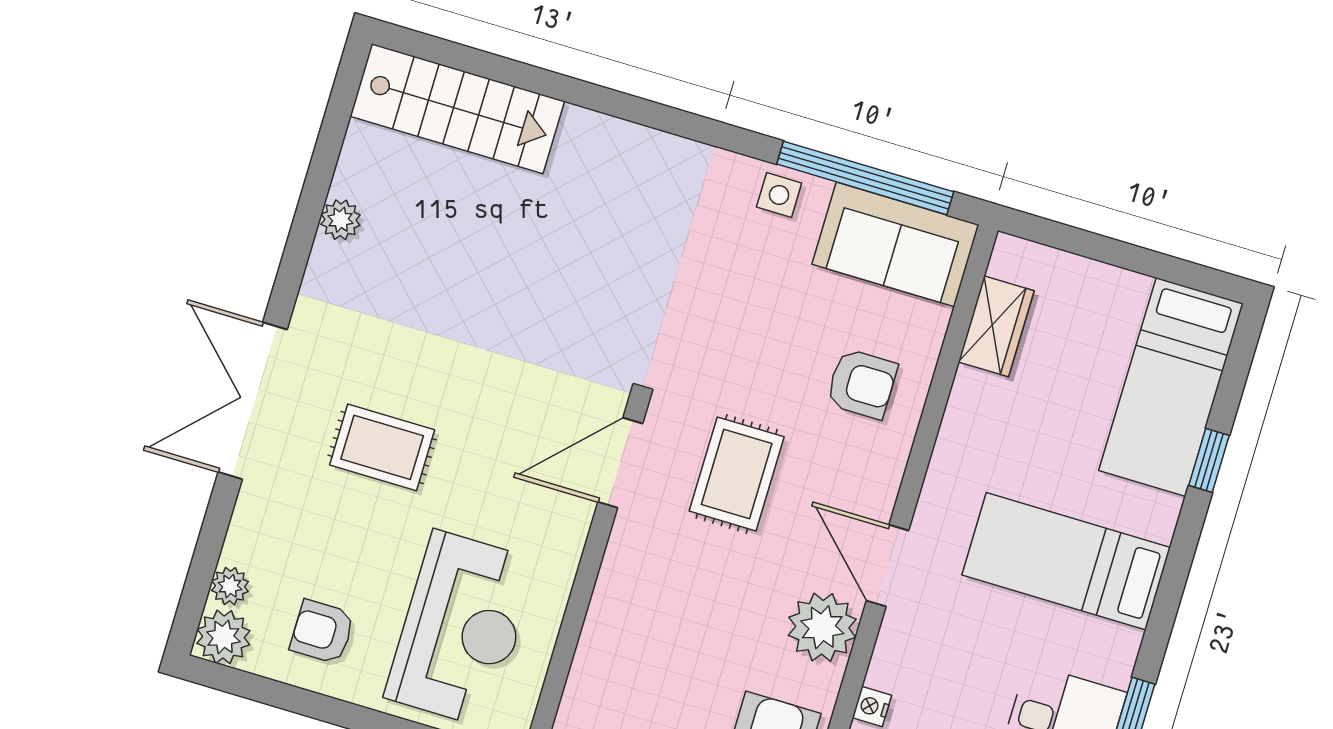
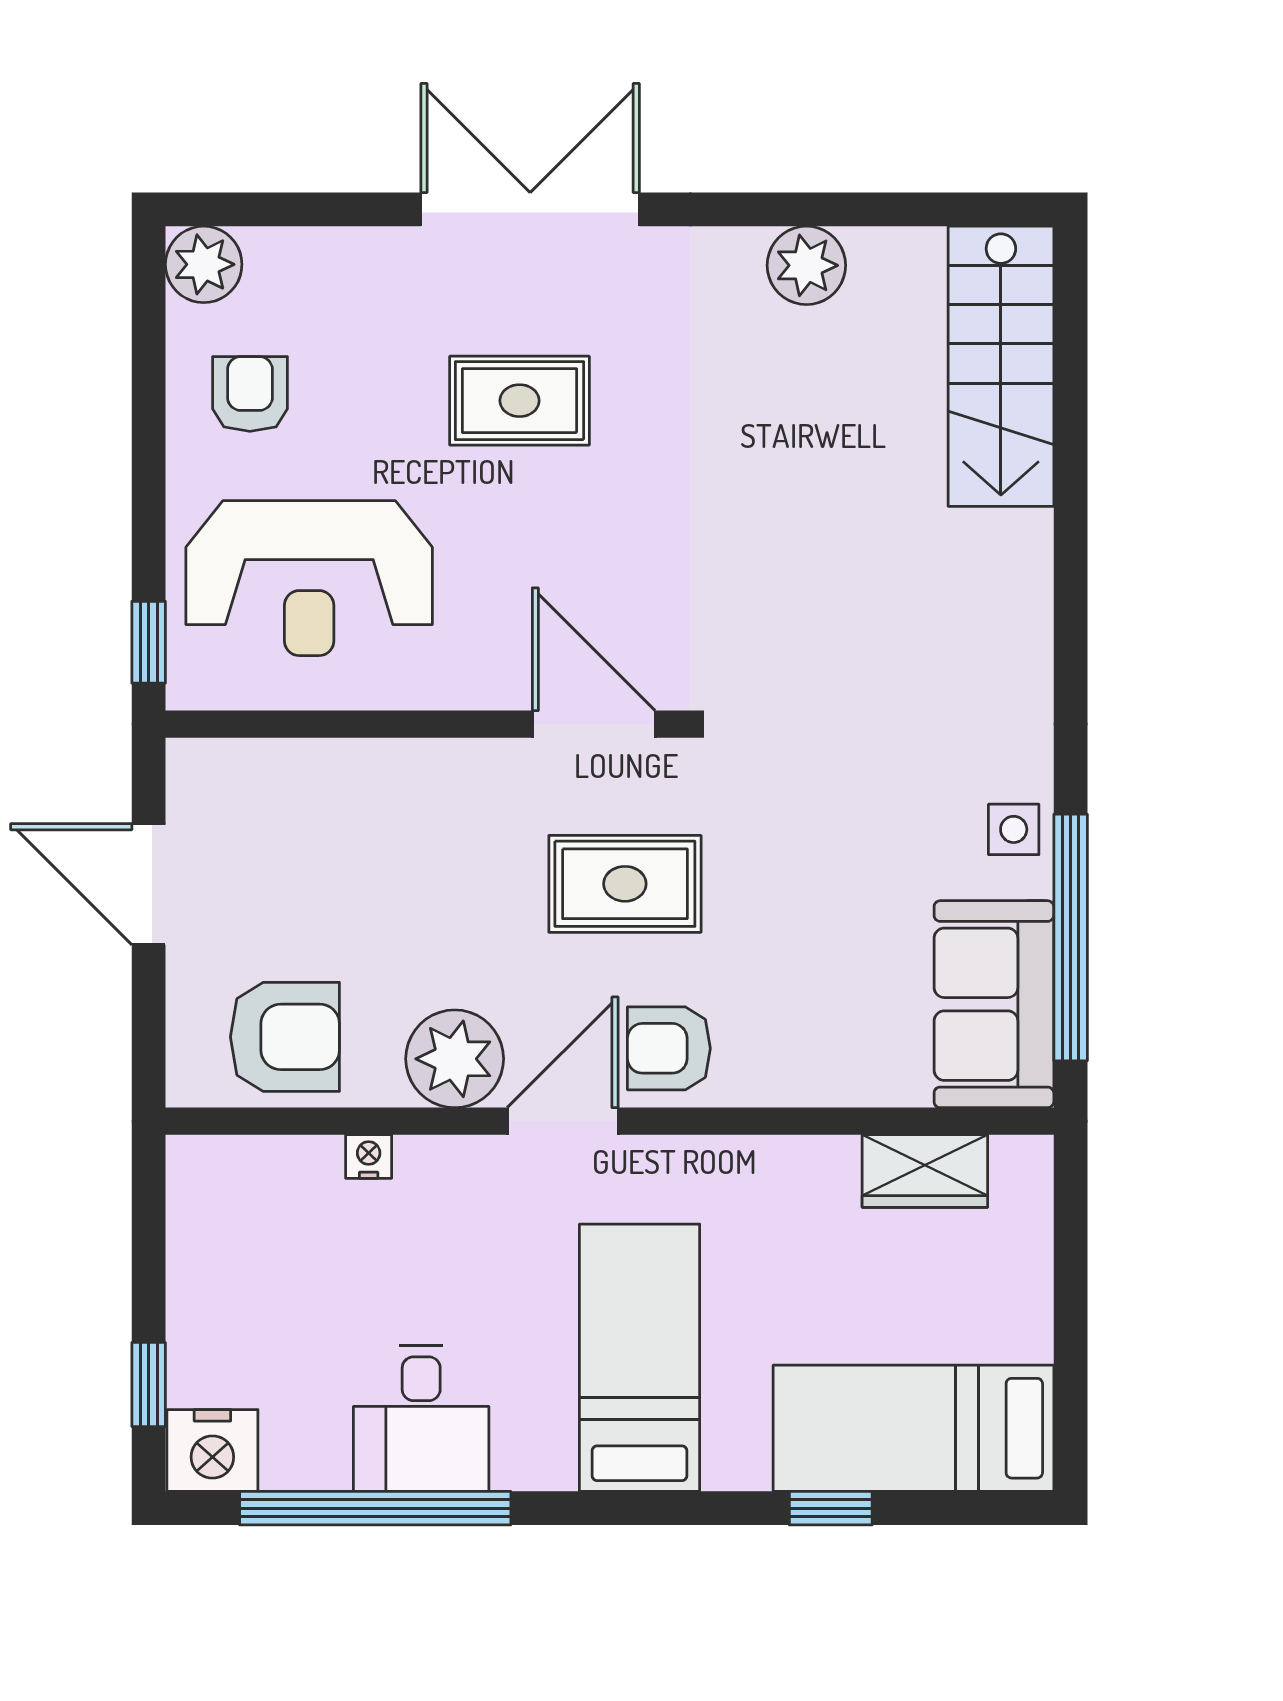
plant: (341, 220) -> (806, 265), width x1.38, depth x1.38
armchair: (862, 384) -> (669, 1048), moved, turned 90
rug: (382, 447) -> (519, 401), turned 90
plant: (230, 586) -> (274, 253), removed

